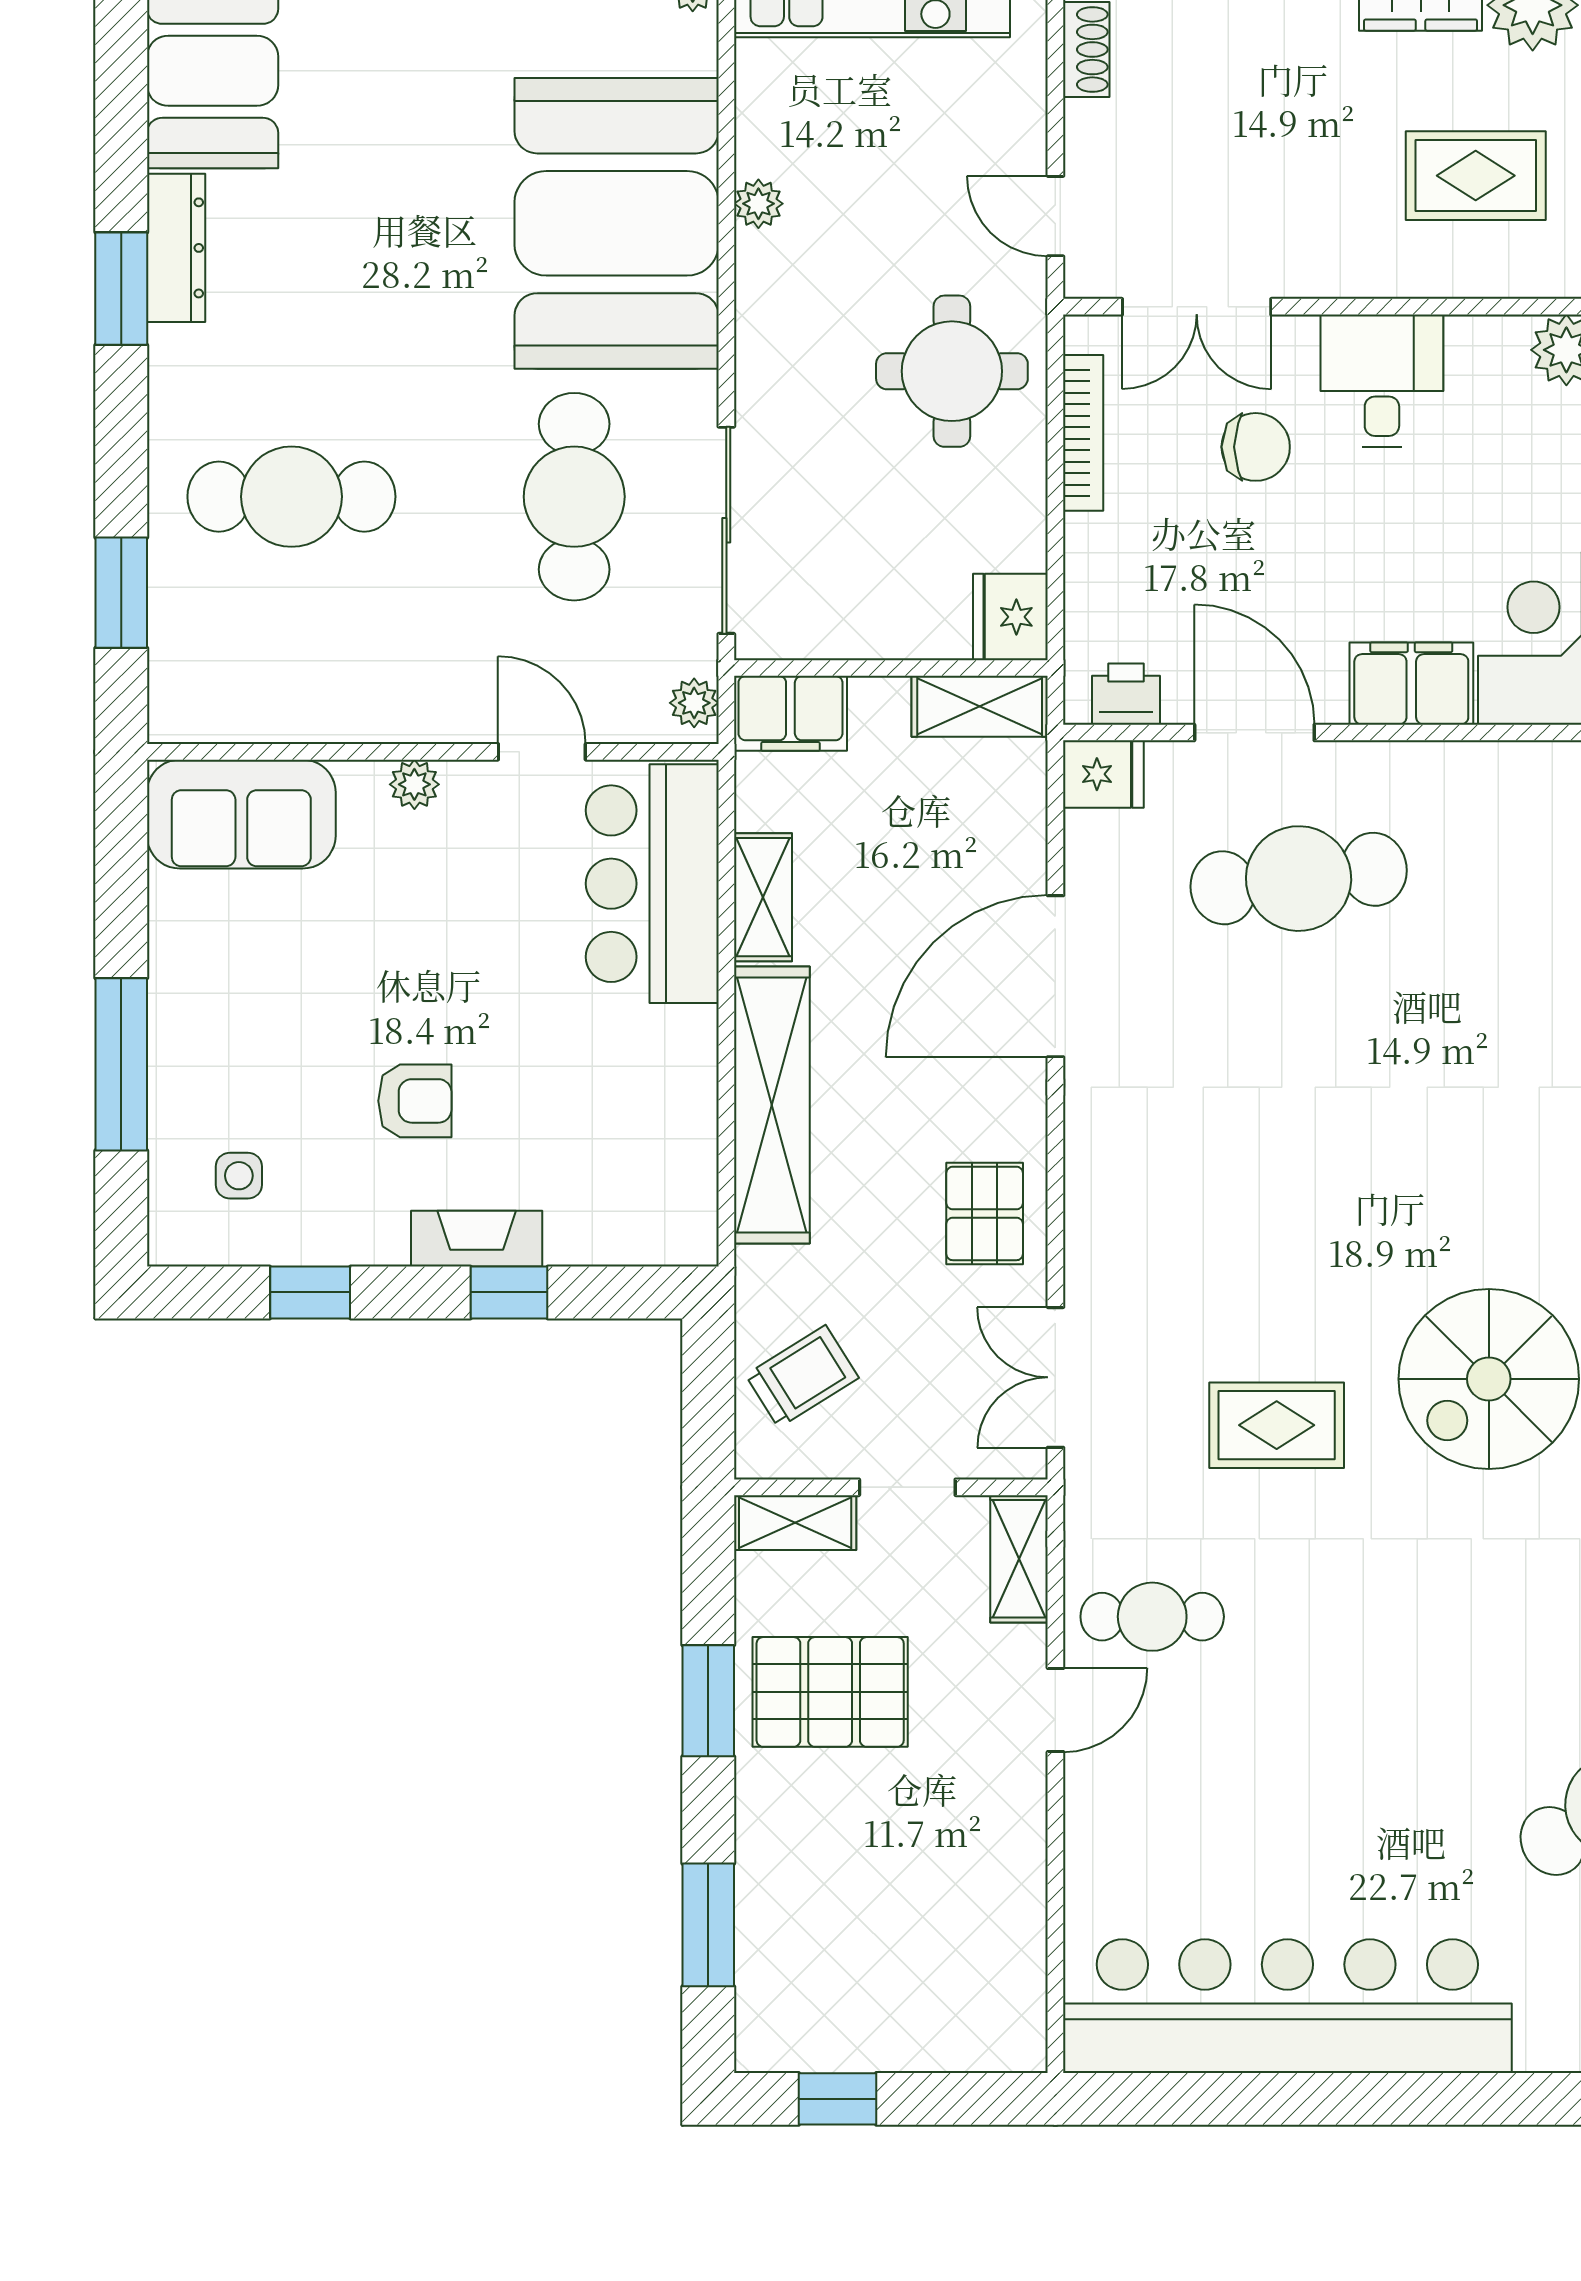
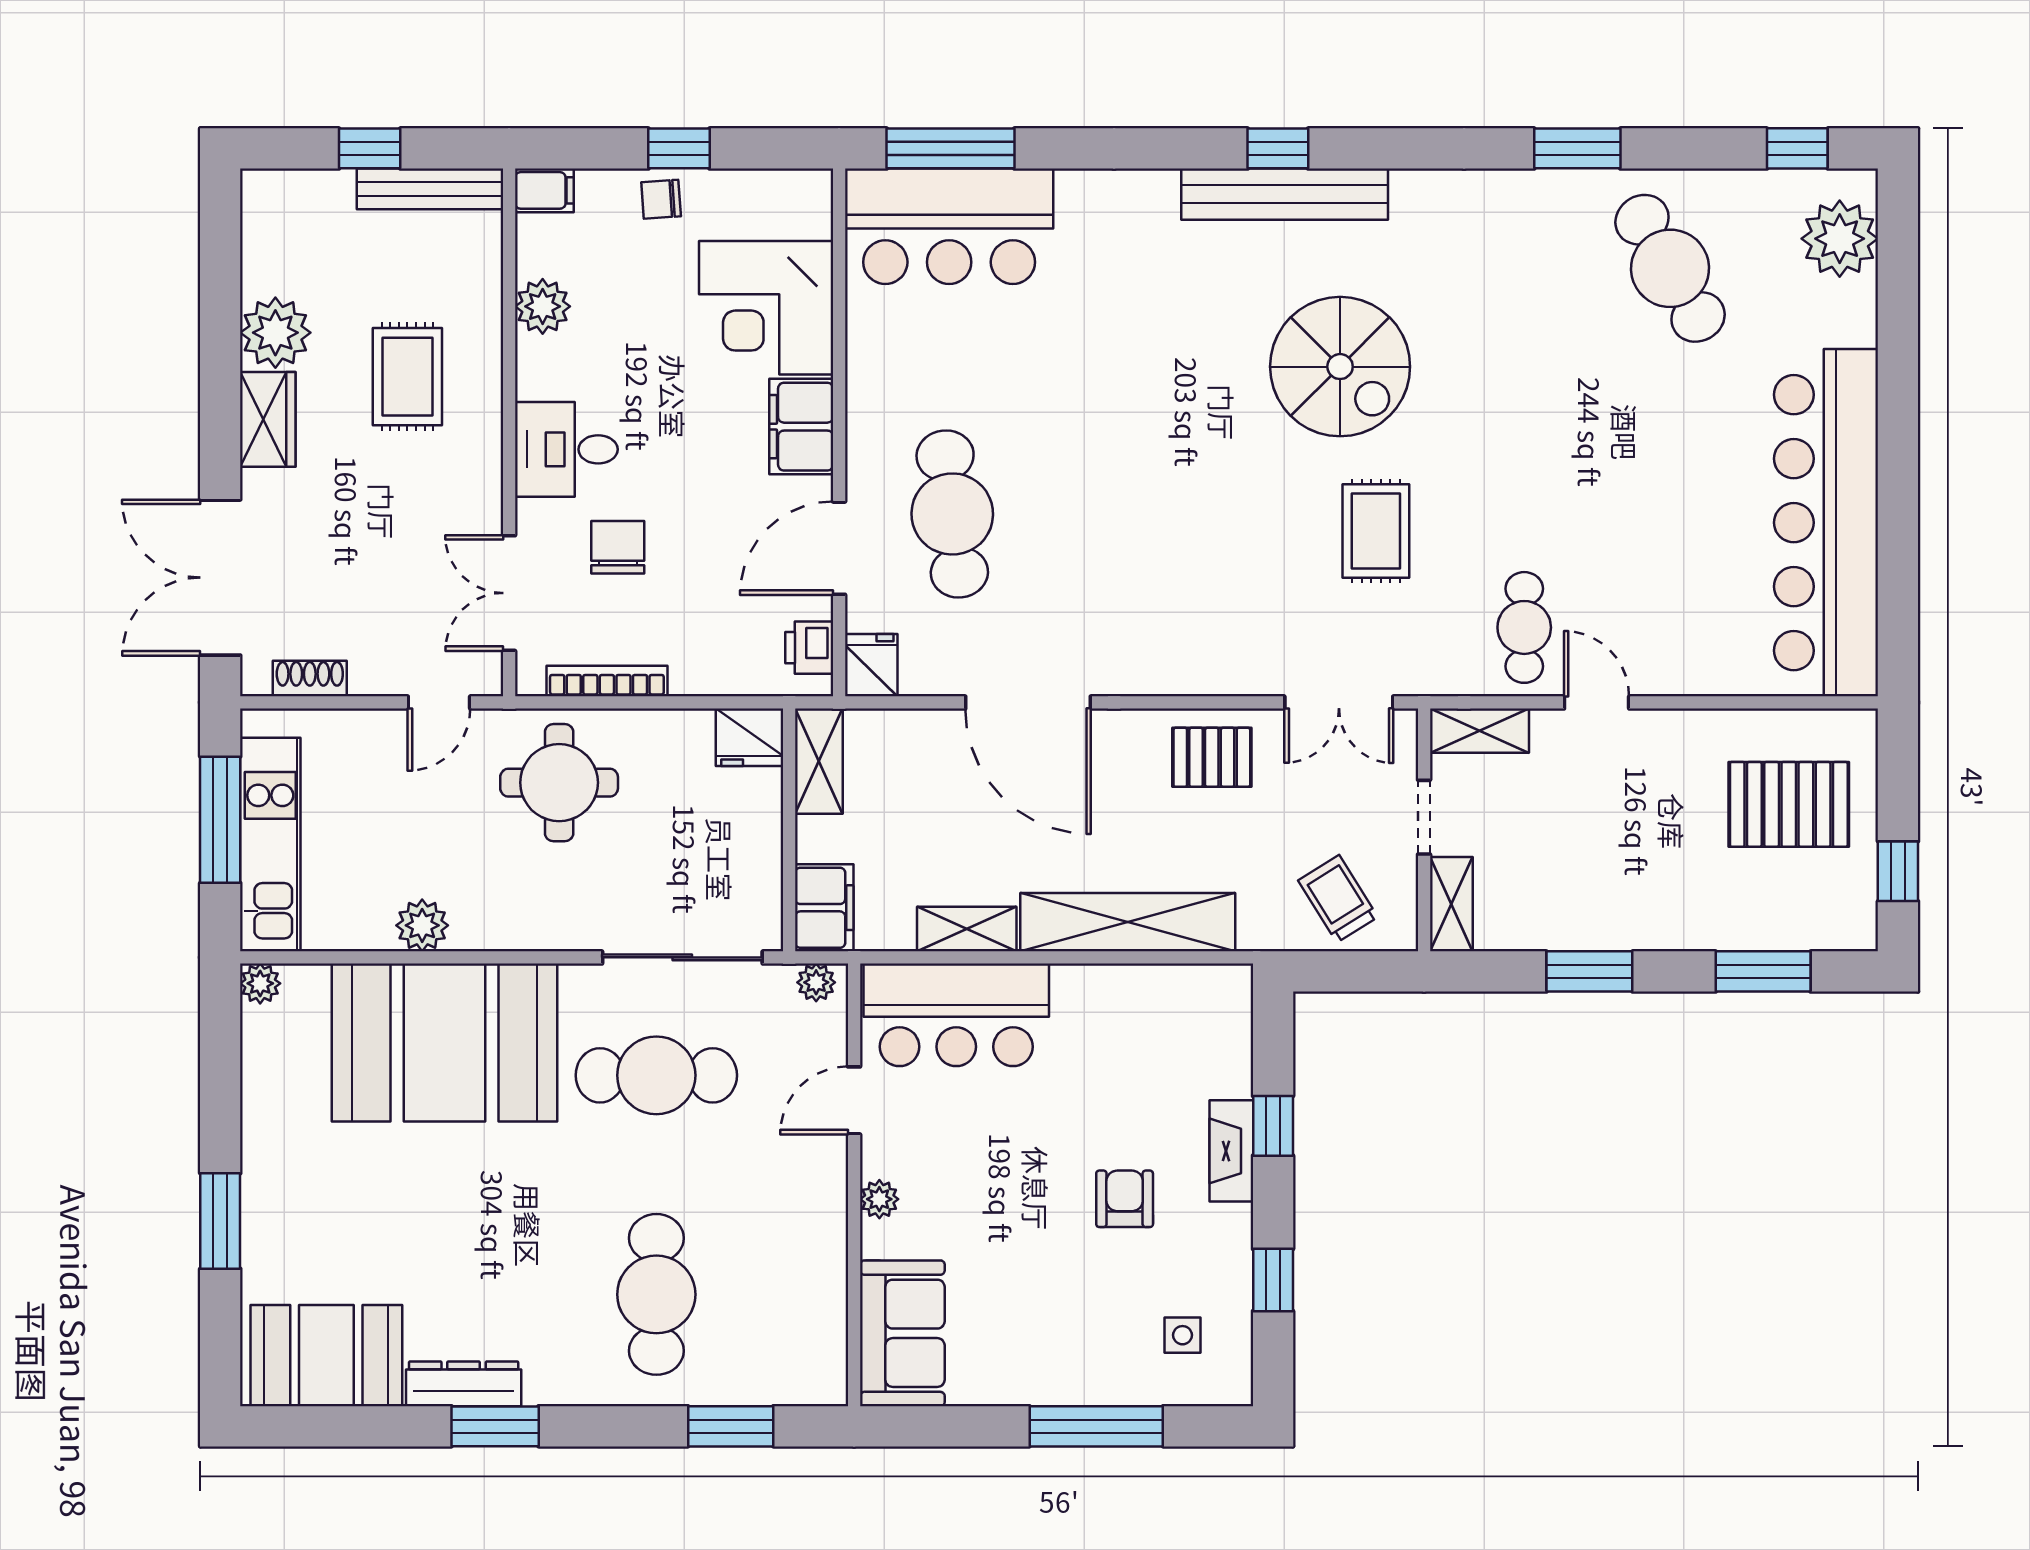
plant: (758, 204) -> (422, 925), width x1.38, depth x1.38
double door: (1197, 307) -> (509, 593), swing flipped
pallet: (830, 1692) -> (1789, 804), moved, turned 90

